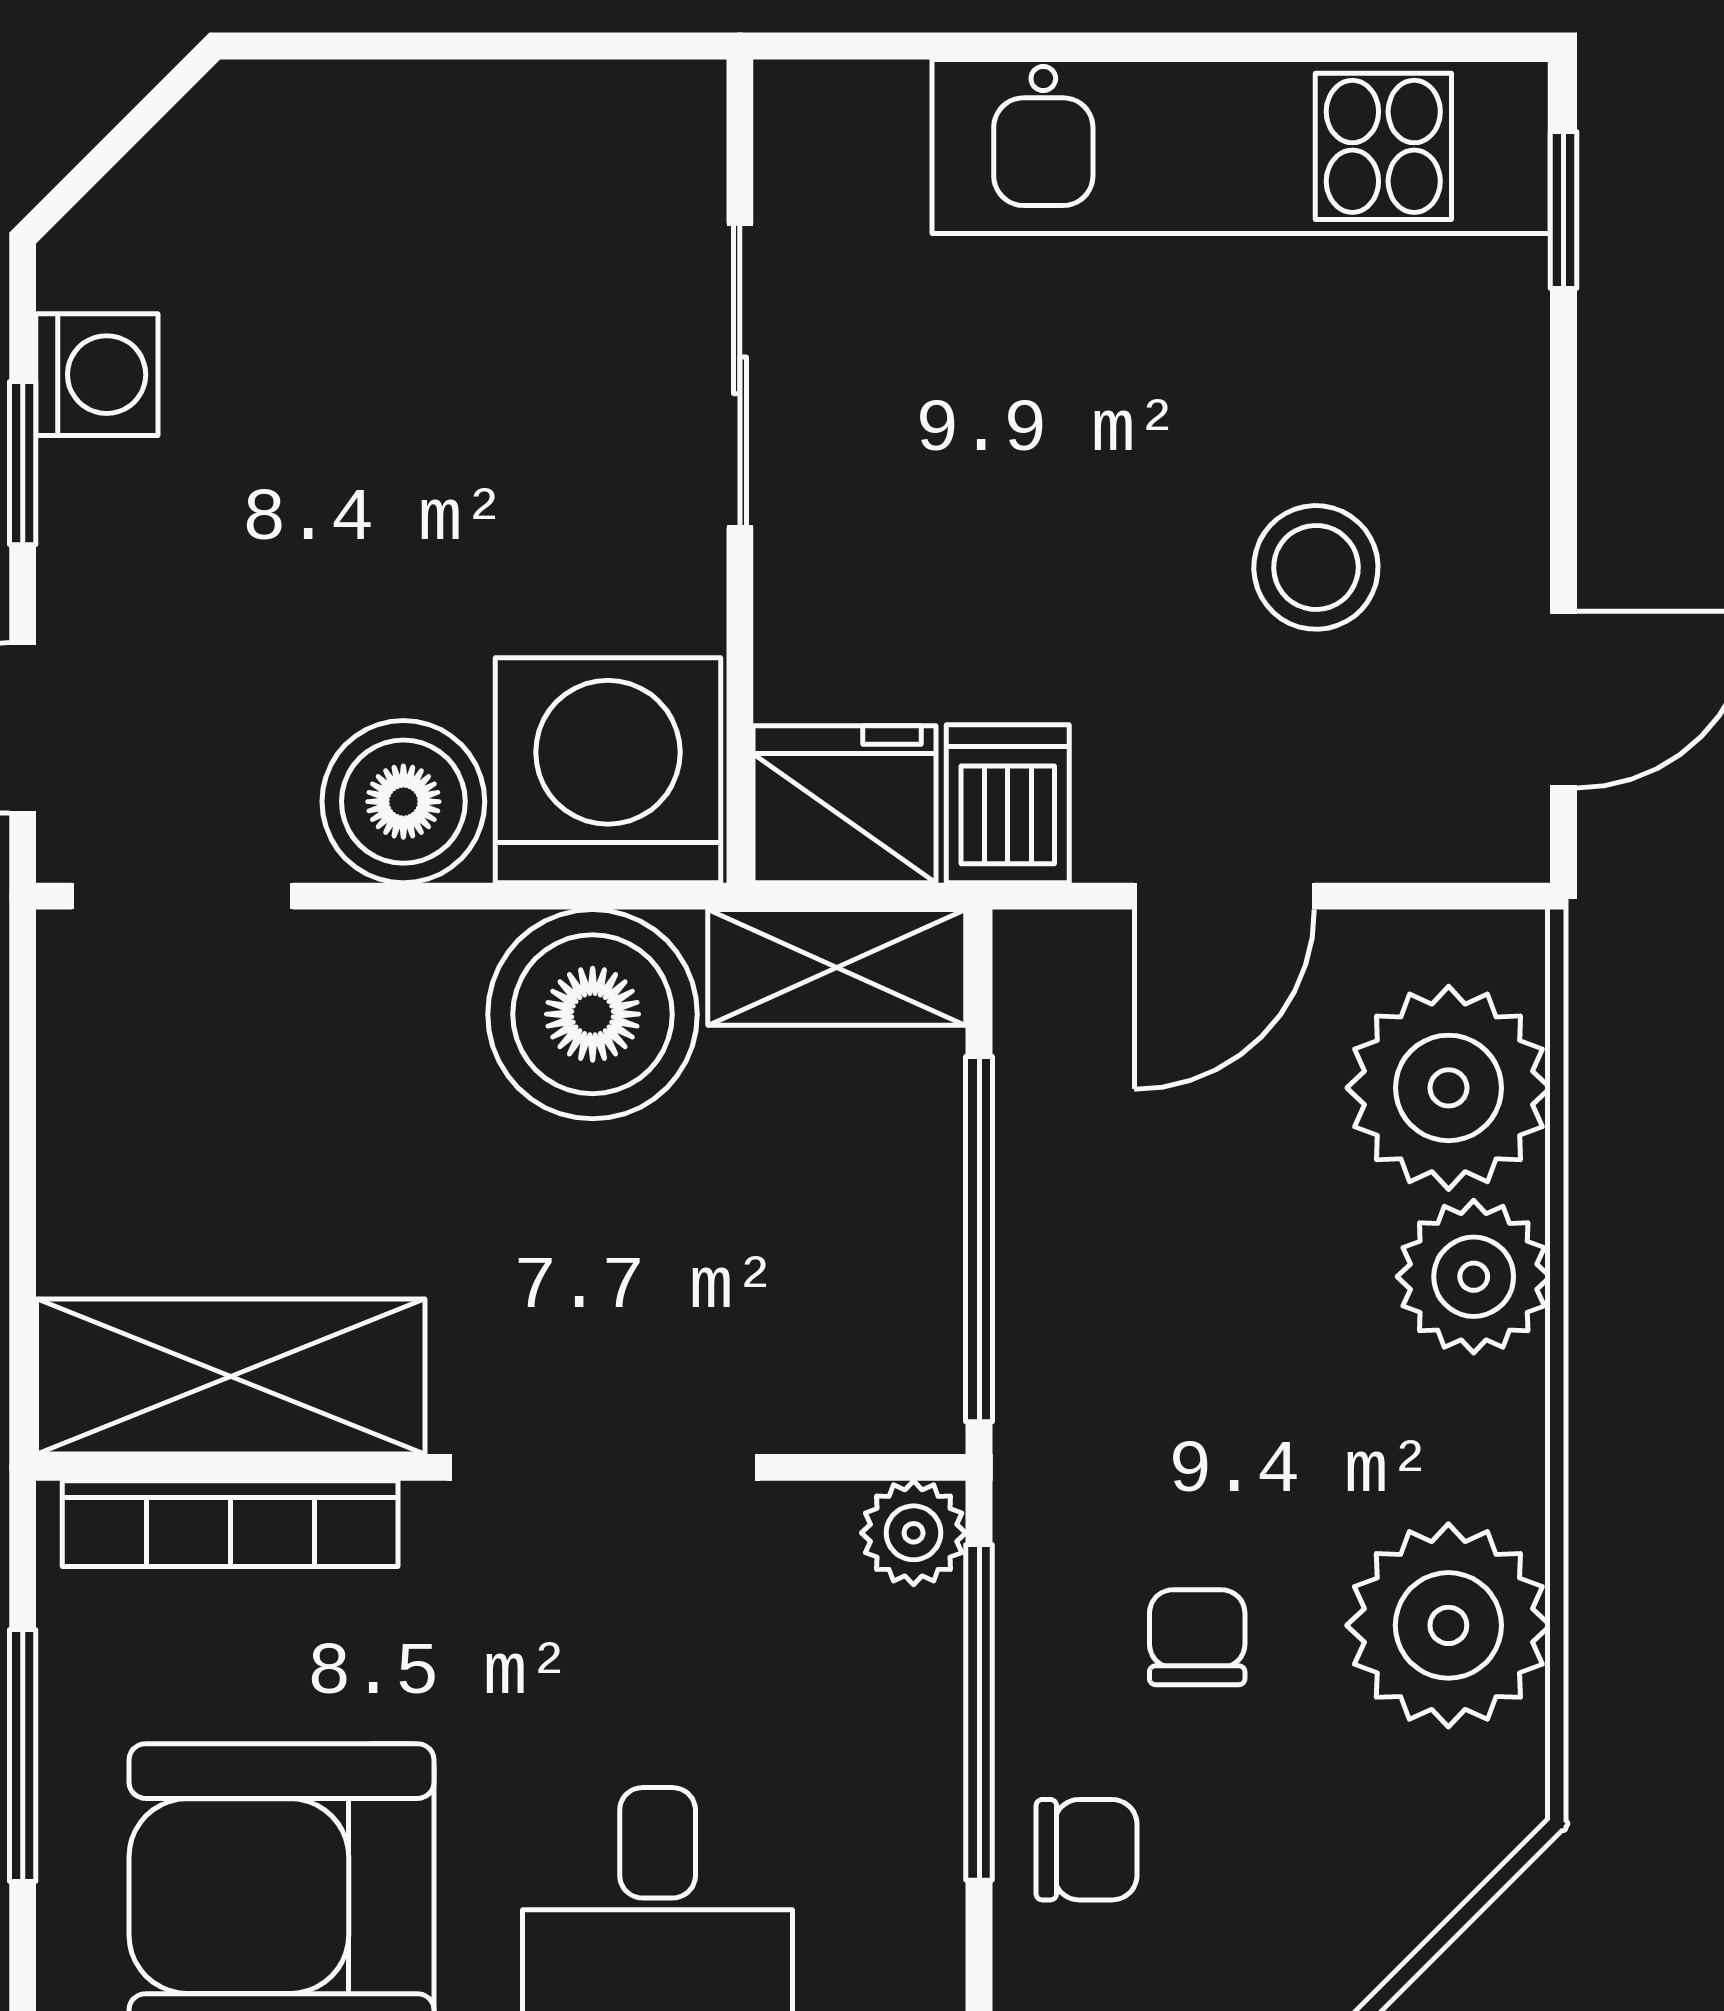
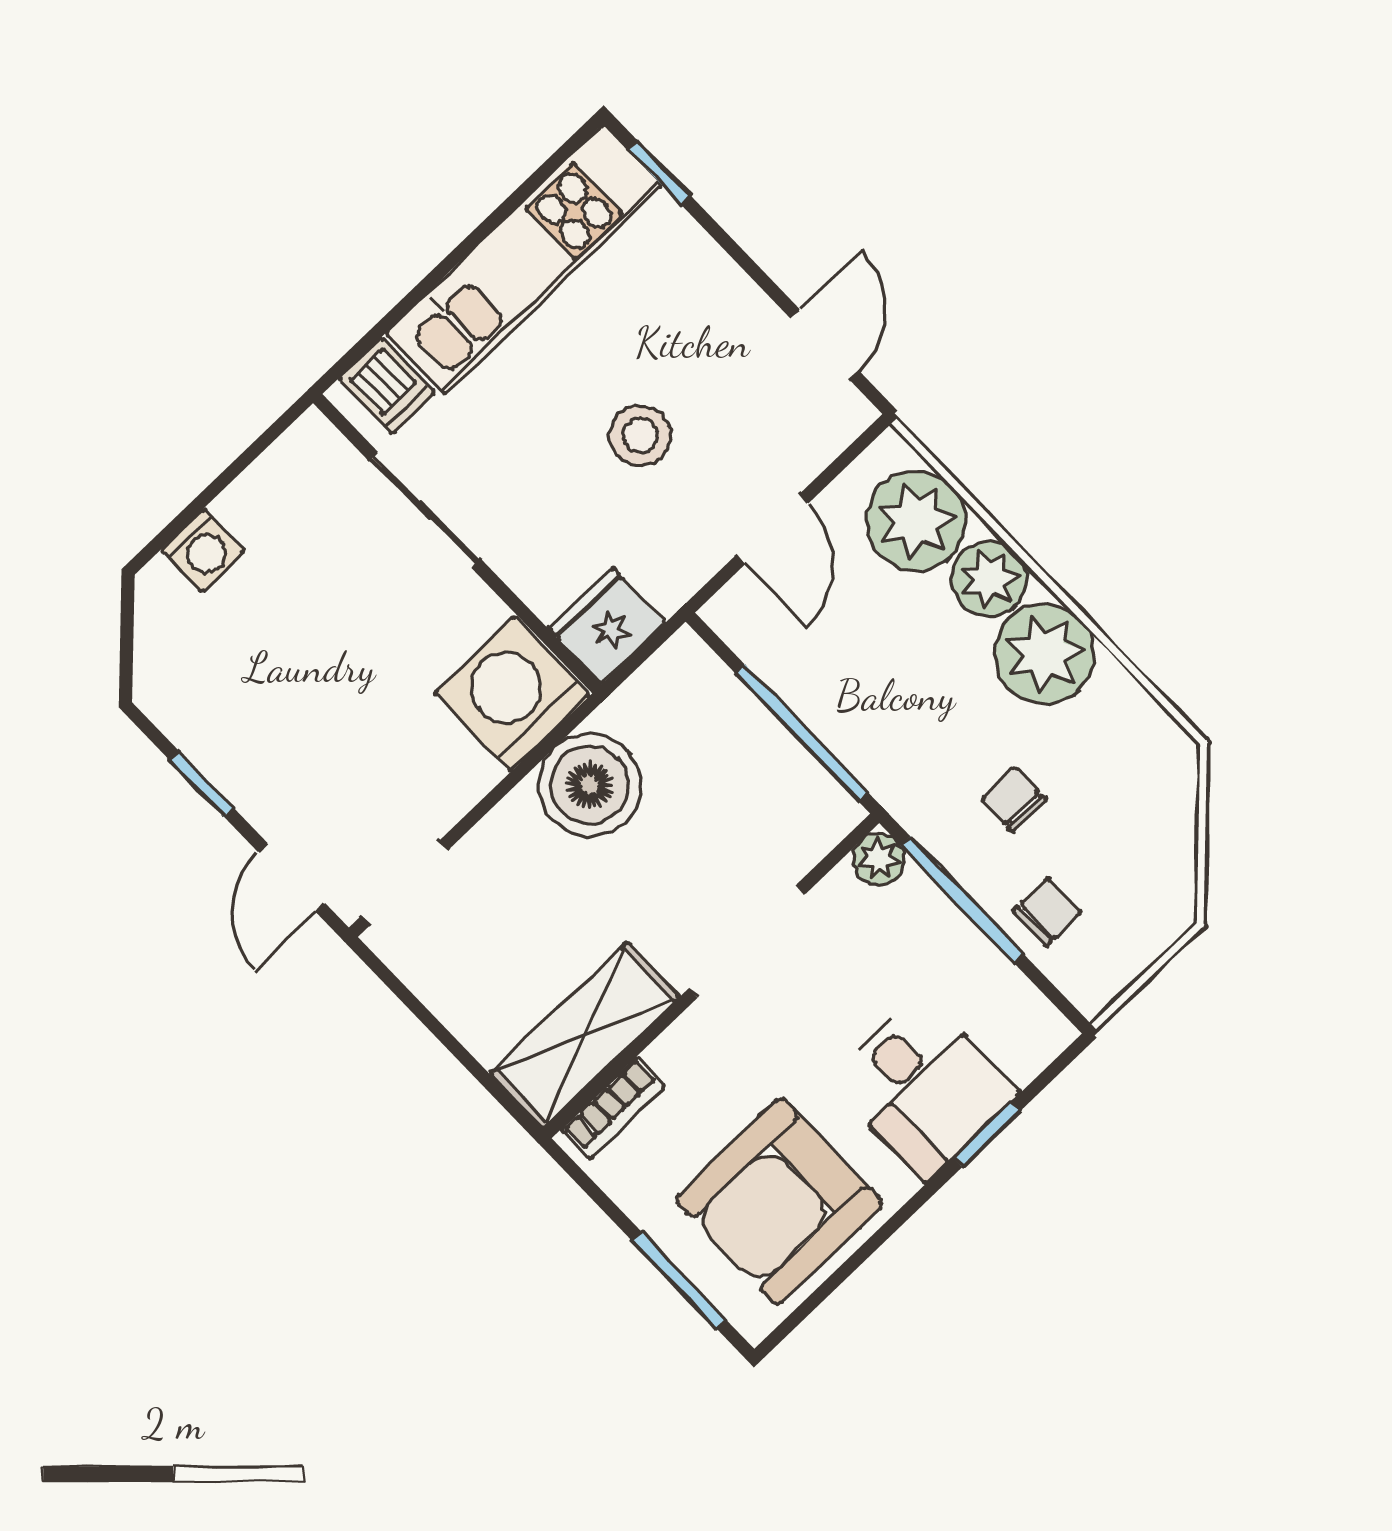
washing machine: (97, 375) -> (203, 550), moved, turned 90
stool: (1316, 567) -> (640, 435), moved
boiler: (403, 802) -> (451, 774), removed
dishwasher: (1008, 804) -> (387, 386), moved, turned 180
shelving: (837, 967) -> (660, 686), removed
bookcase: (230, 1524) -> (613, 1108), width x0.64
plant: (1448, 1625) -> (1044, 654), moved
window: (23, 1755) -> (679, 1280), moved

